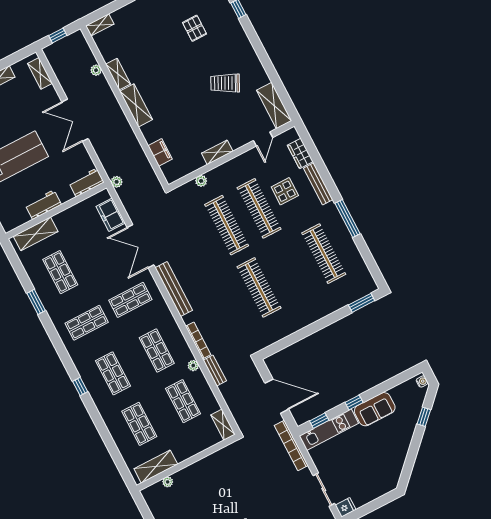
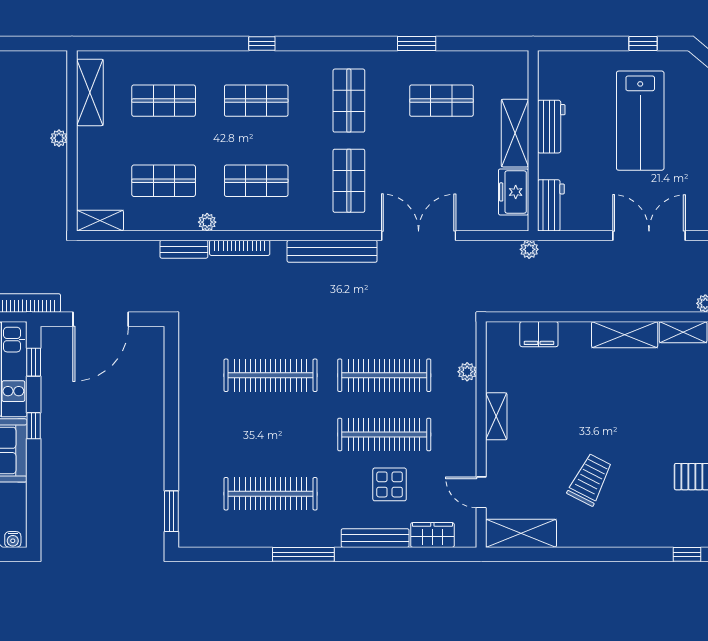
freezer: (111, 215) -> (514, 192), moved, turned -90
shelving: (36, 234) -> (515, 133), moved
plant: (168, 482) -> (59, 138), moved

